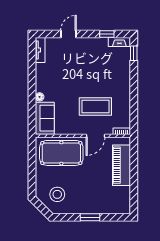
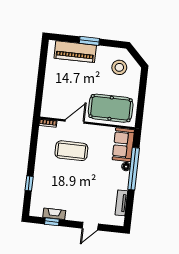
fireplace: (119, 42) -> (54, 214), moved
tv unit: (40, 50) -> (121, 203), moved
window: (134, 53) -> (29, 183), moved
window: (32, 96) -> (134, 169), added
piano: (122, 165) -> (75, 52), moved, turned 90

